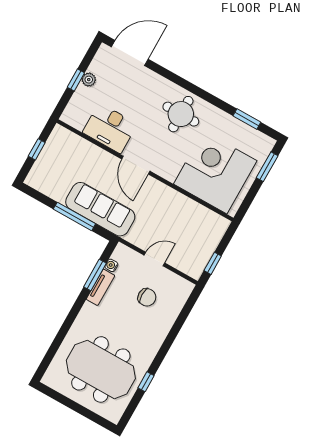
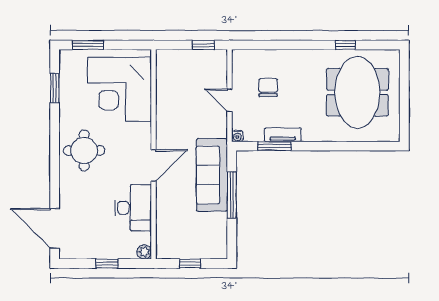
plant: (89, 80) -> (144, 252), moved
water cooler: (111, 265) -> (237, 136), moved

